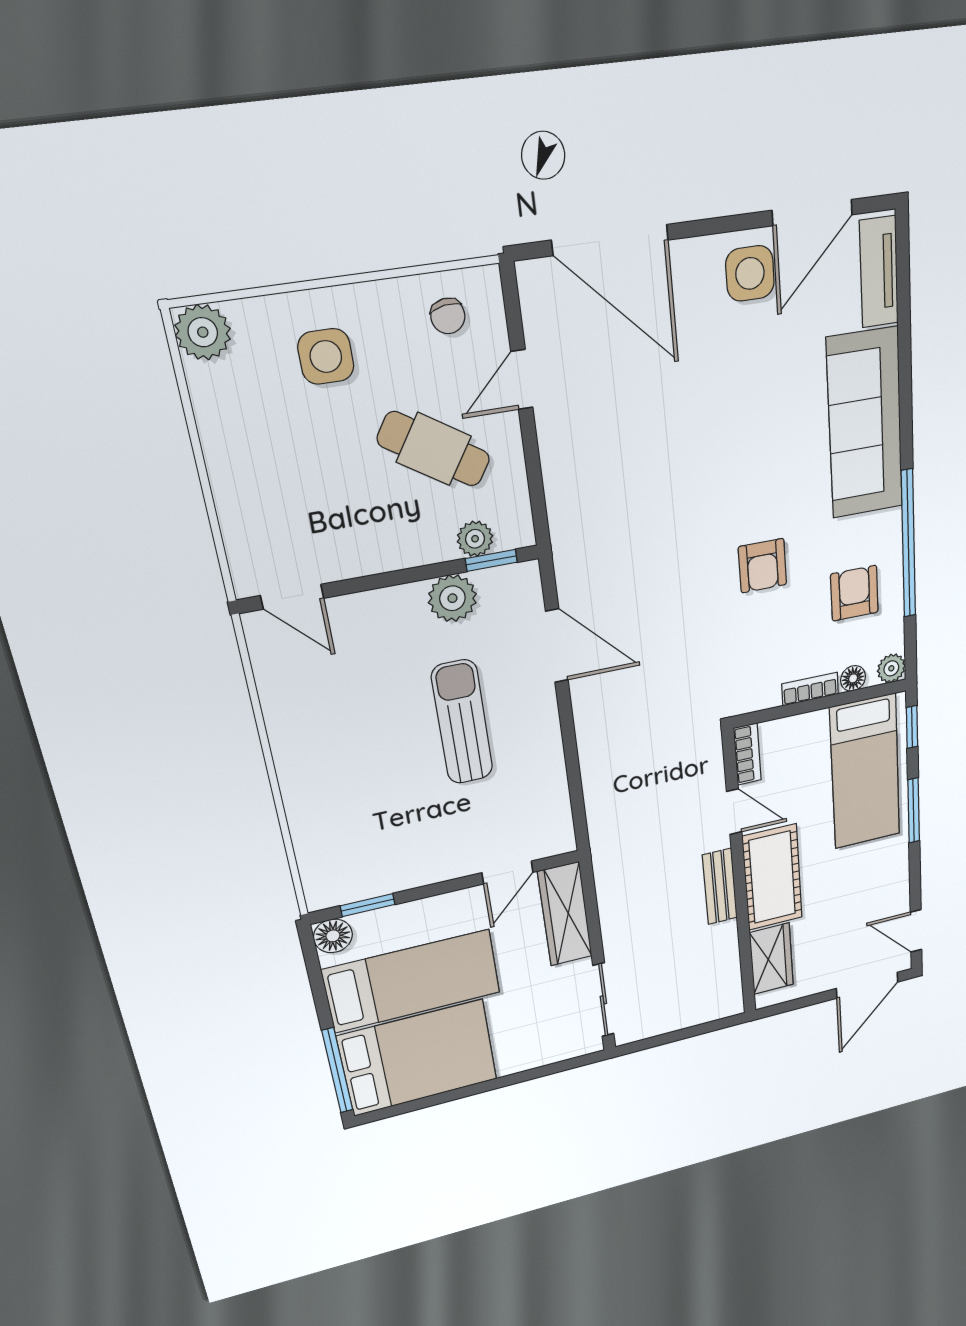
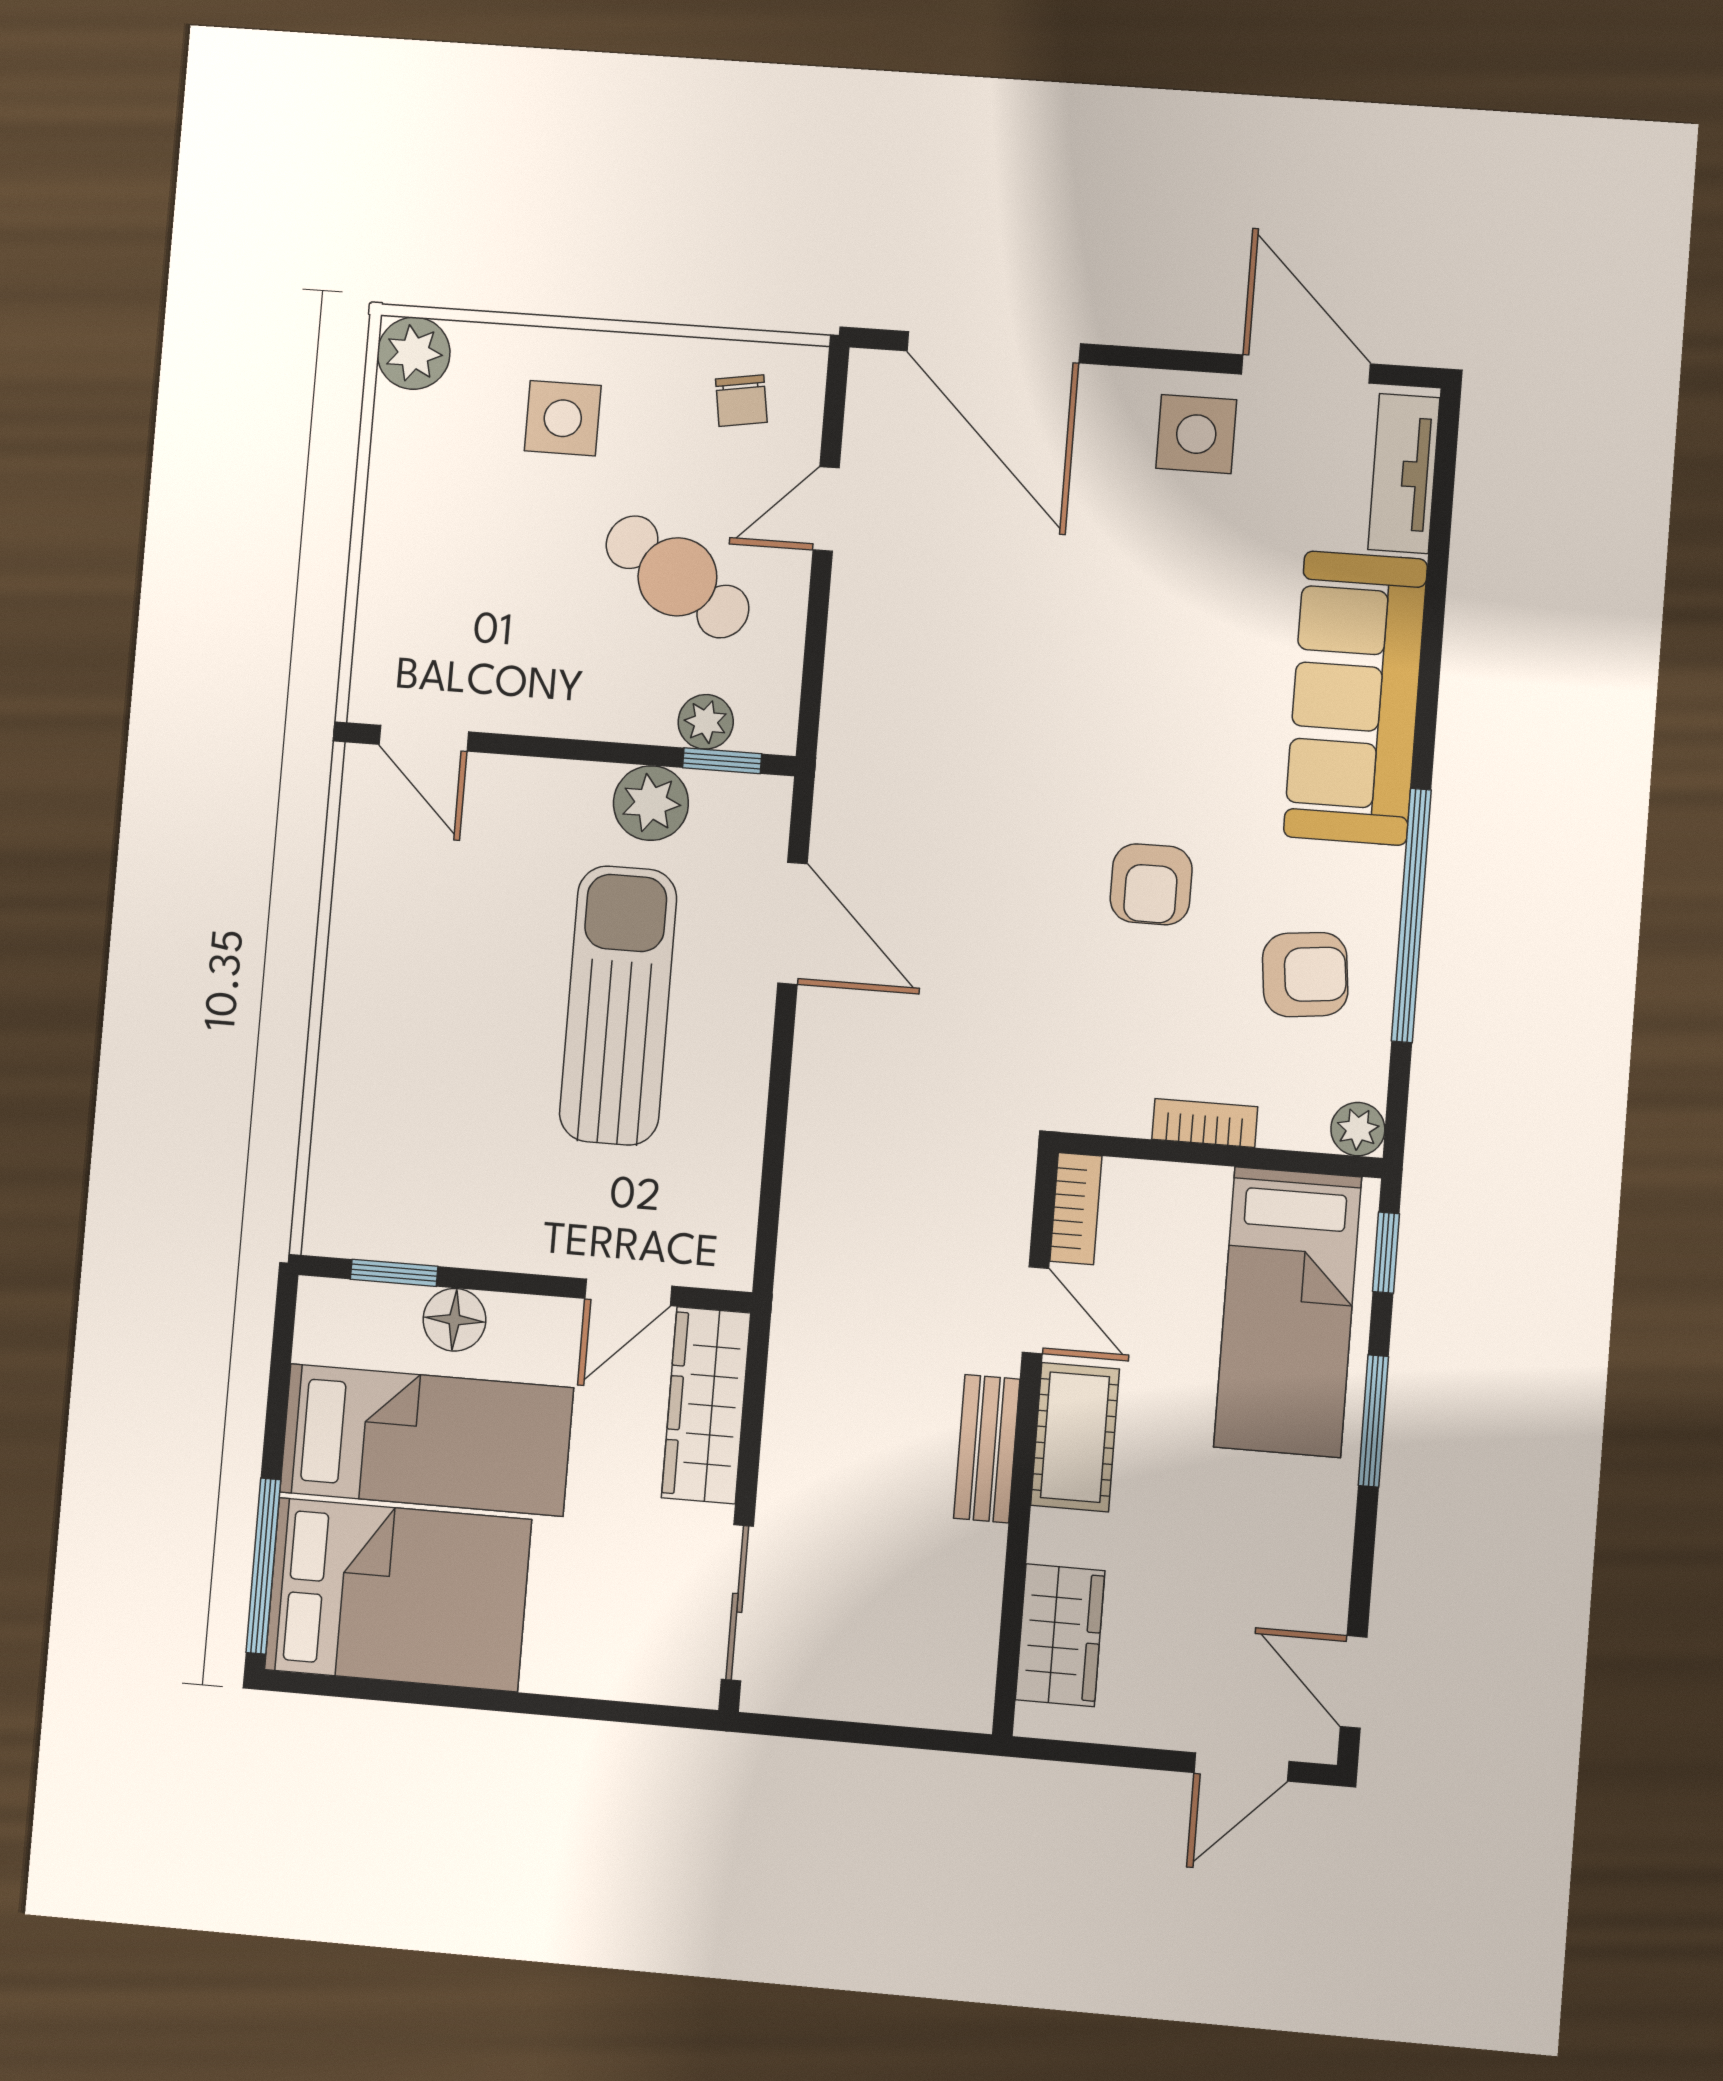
door: (812, 213) -> (1306, 369), swing flipped
armchair: (854, 593) -> (1305, 975), turned 84
floor lamp: (853, 678) -> (1285, 1127), removed
sun lounger: (462, 722) -> (618, 1005), width x1.36, depth x1.34
cot: (772, 877) -> (1075, 1437), width x0.73, depth x0.75
floor lamp: (333, 936) -> (454, 1320), moved
door: (867, 985) -> (1241, 1767), width x0.73

